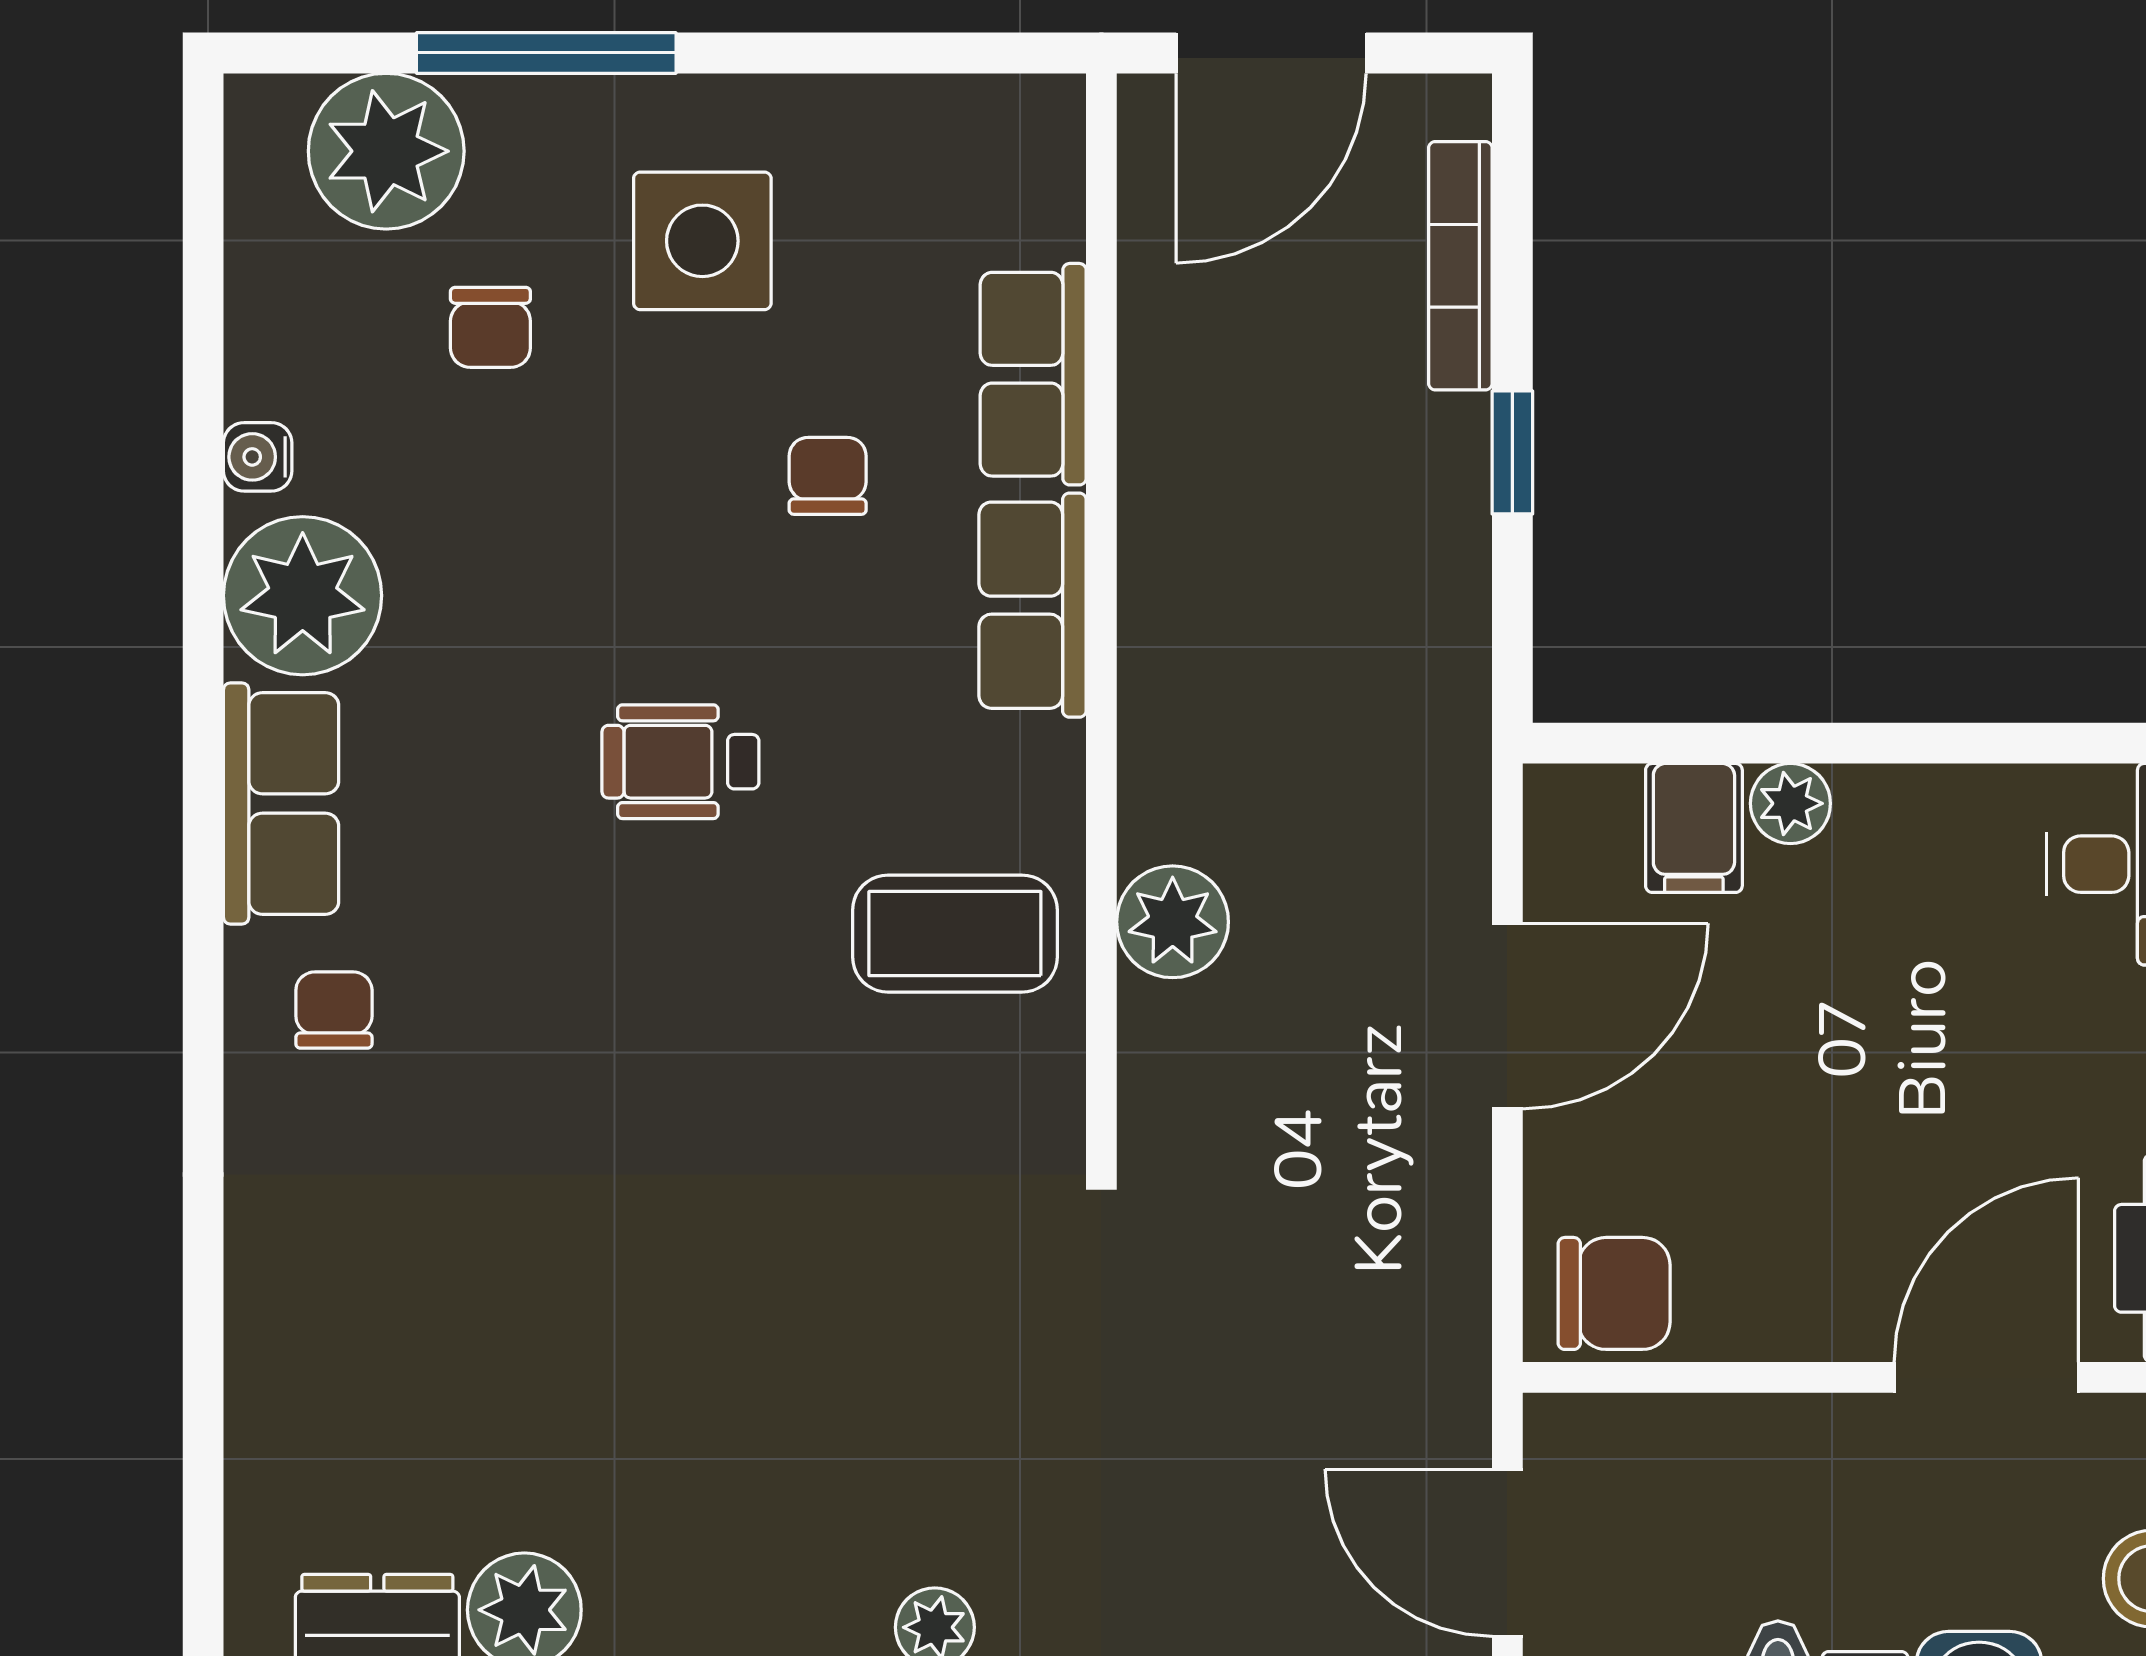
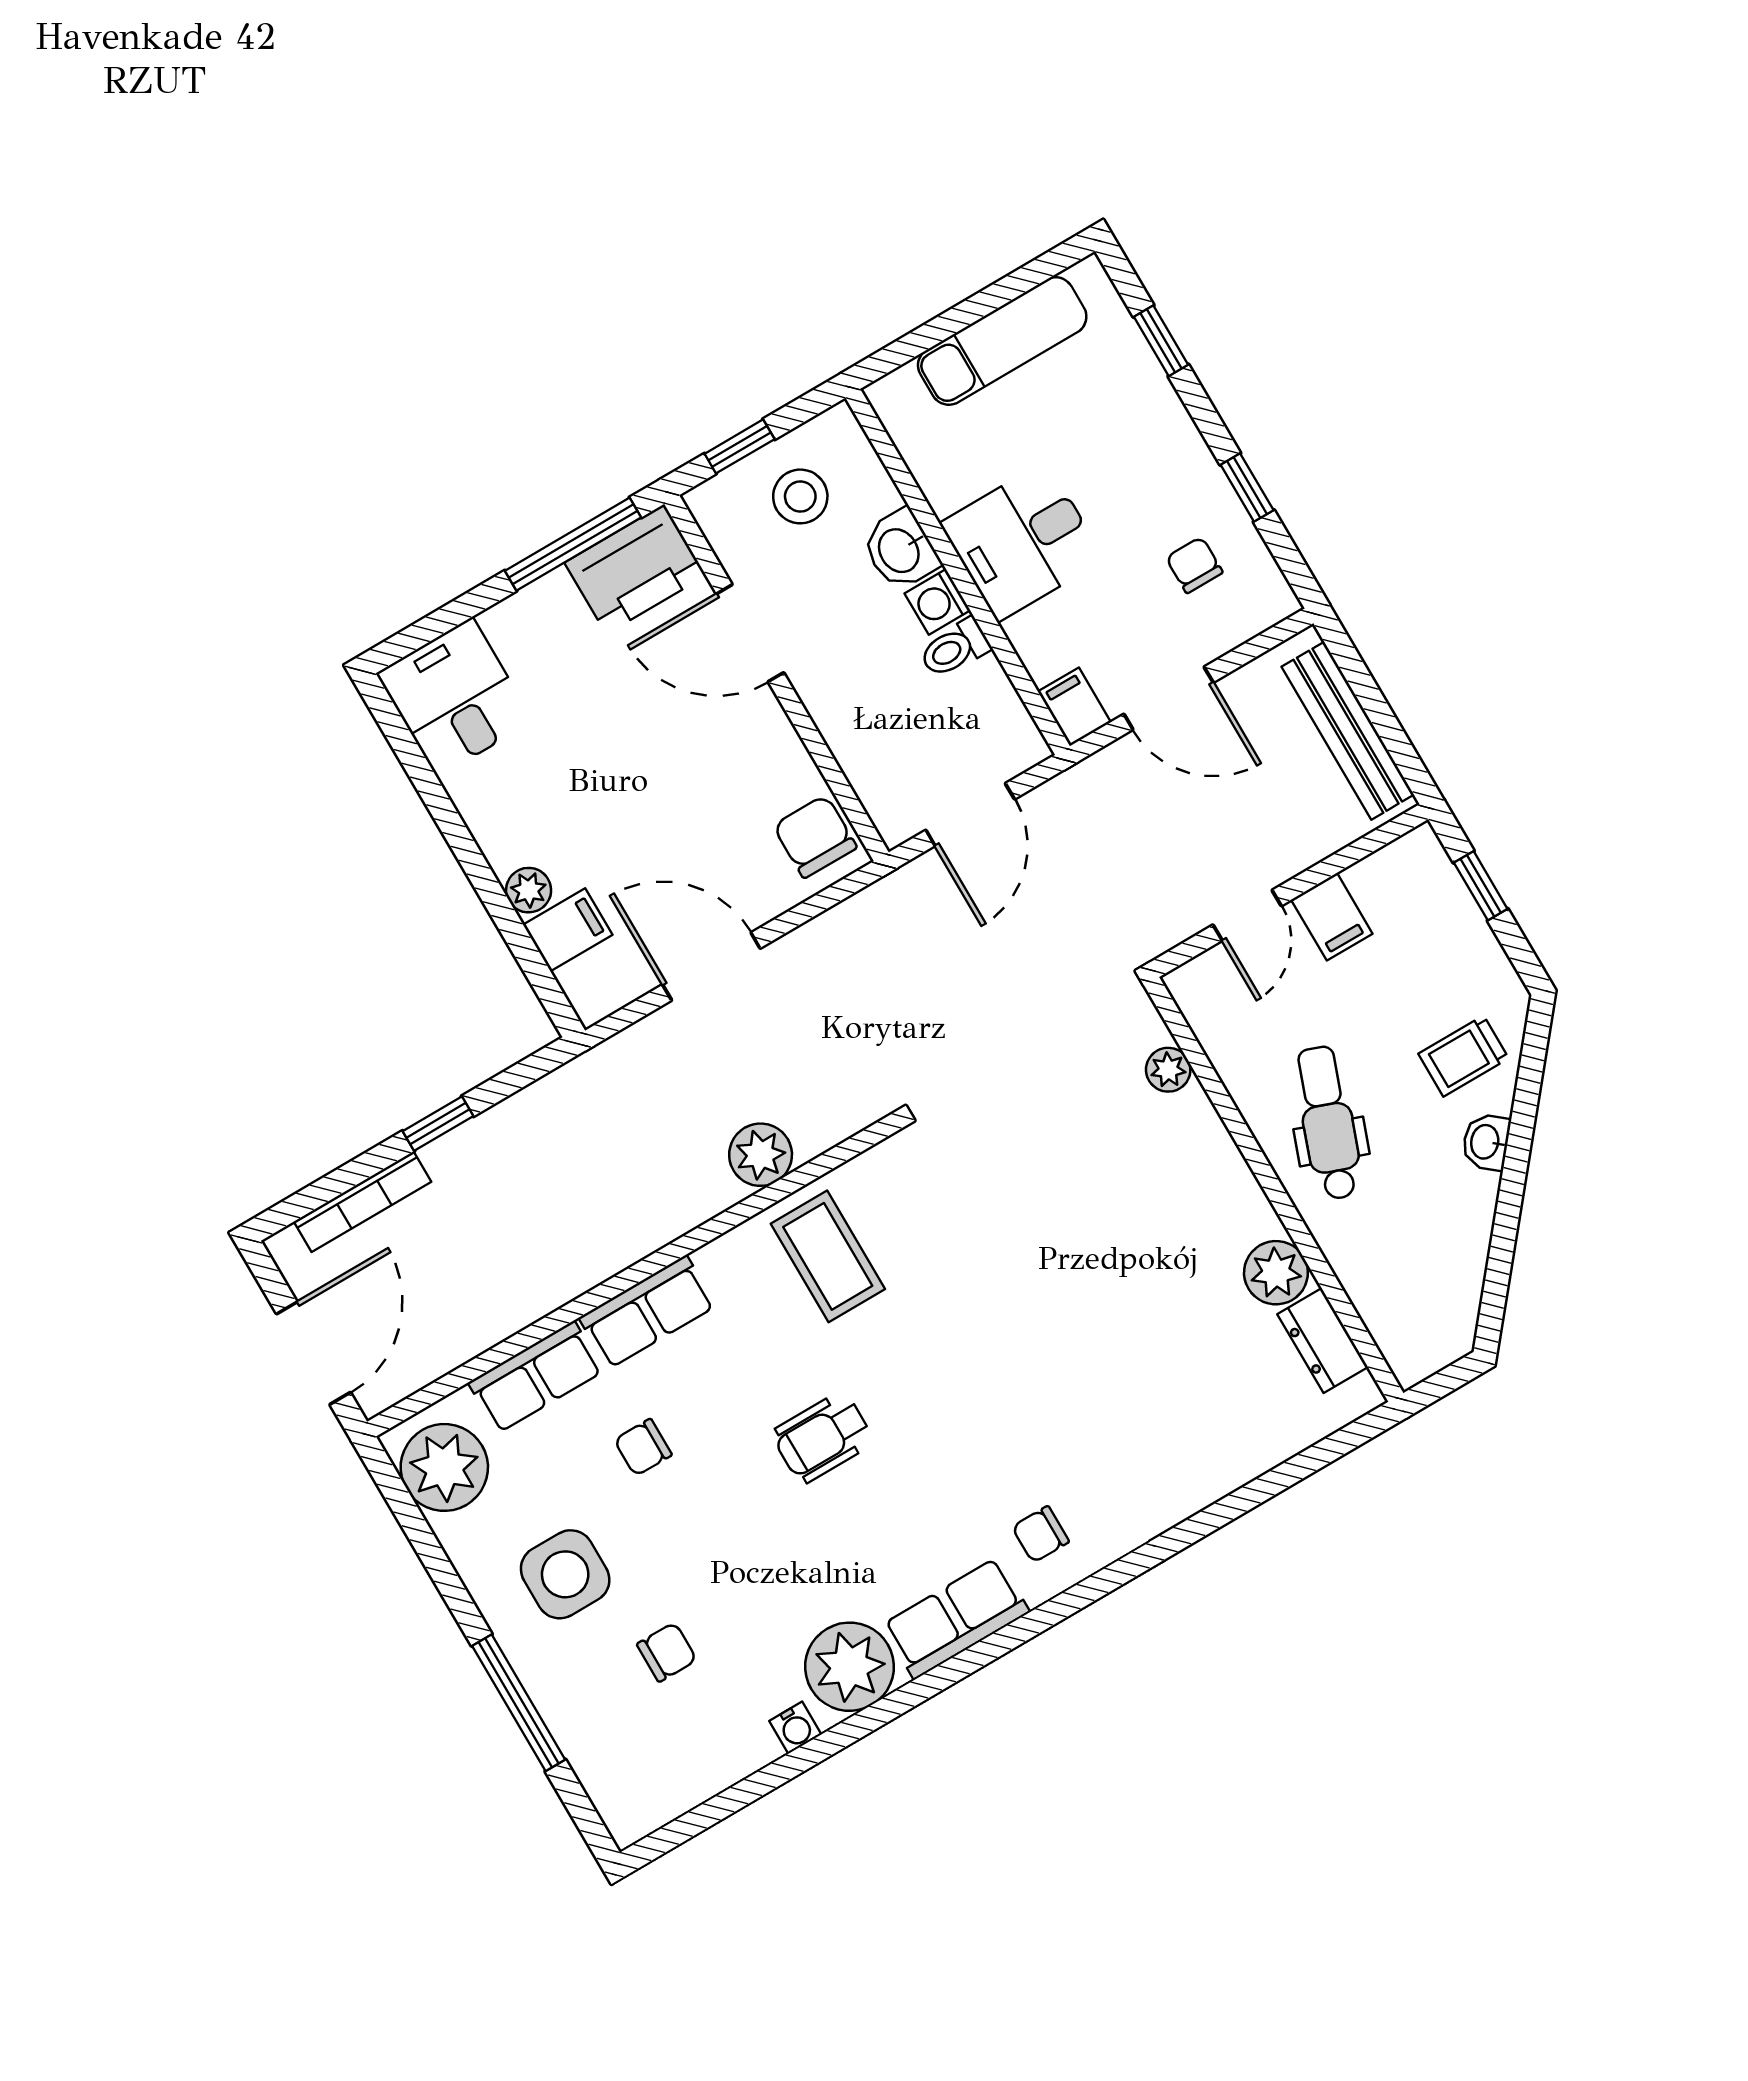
door: (1271, 53) -> (314, 1353), hinge flipped
plant: (386, 151) -> (444, 1467), moved
wheelchair: (680, 762) -> (823, 1437), turned 90

